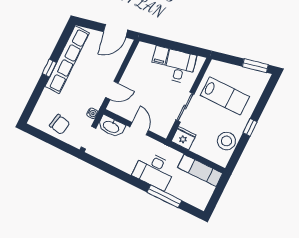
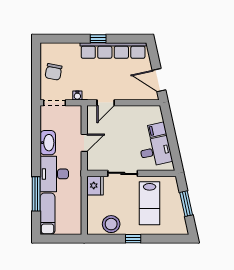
window: (255, 66) -> (186, 204), moved
door: (112, 90) -> (106, 103), hinge flipped
washbasin: (111, 127) -> (48, 143), moved, turned 180
exam couch: (200, 170) -> (48, 214), moved, turned 180

